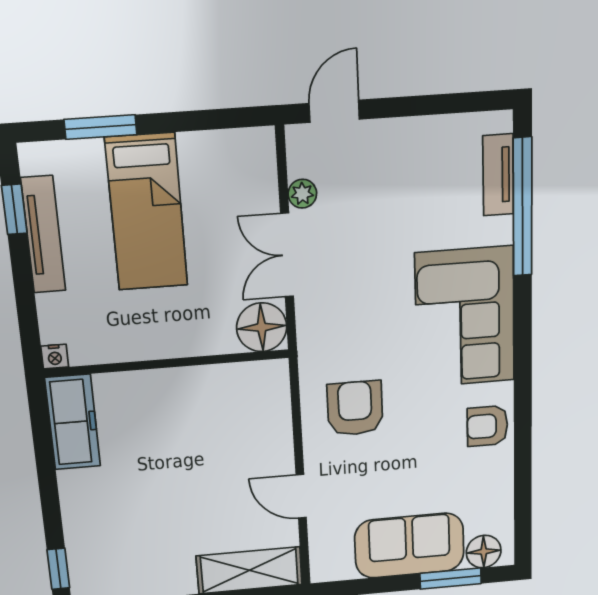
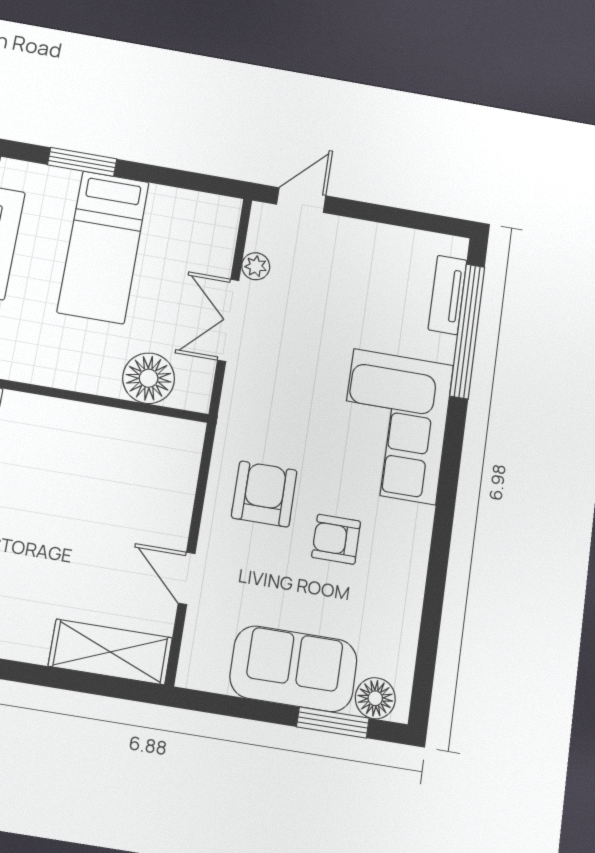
floor lamp: (262, 327) -> (149, 378), moved
armchair: (487, 426) -> (336, 539), moved

